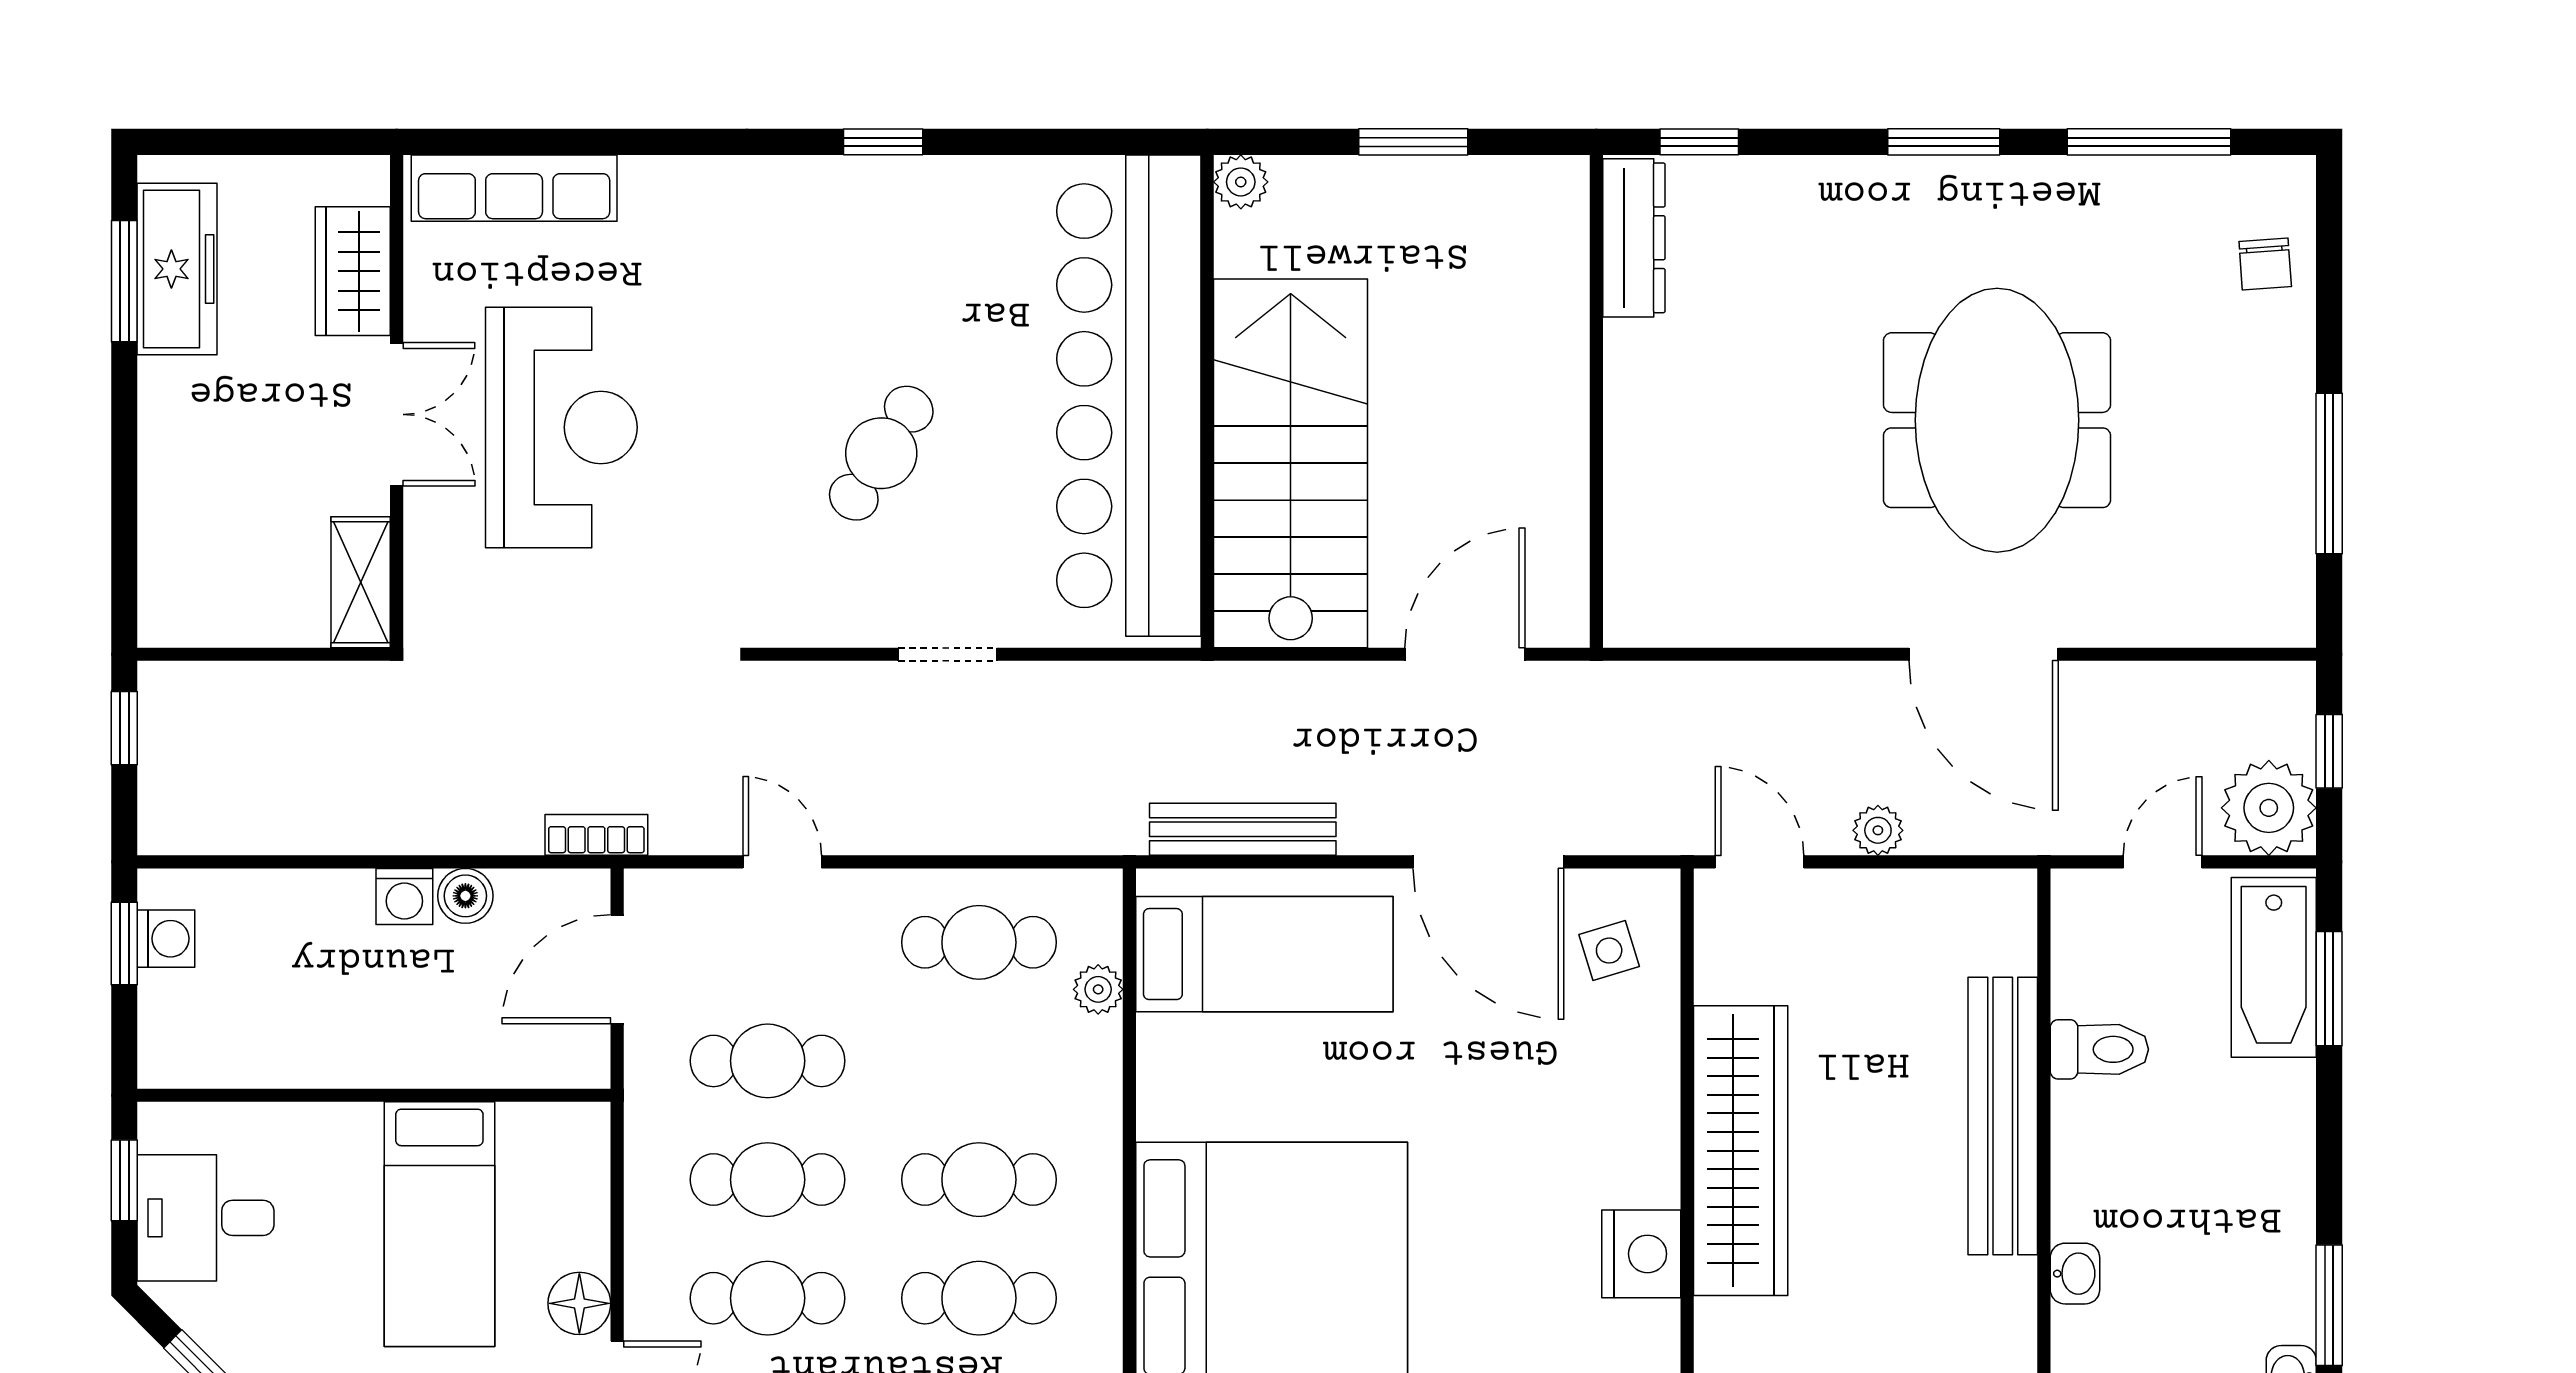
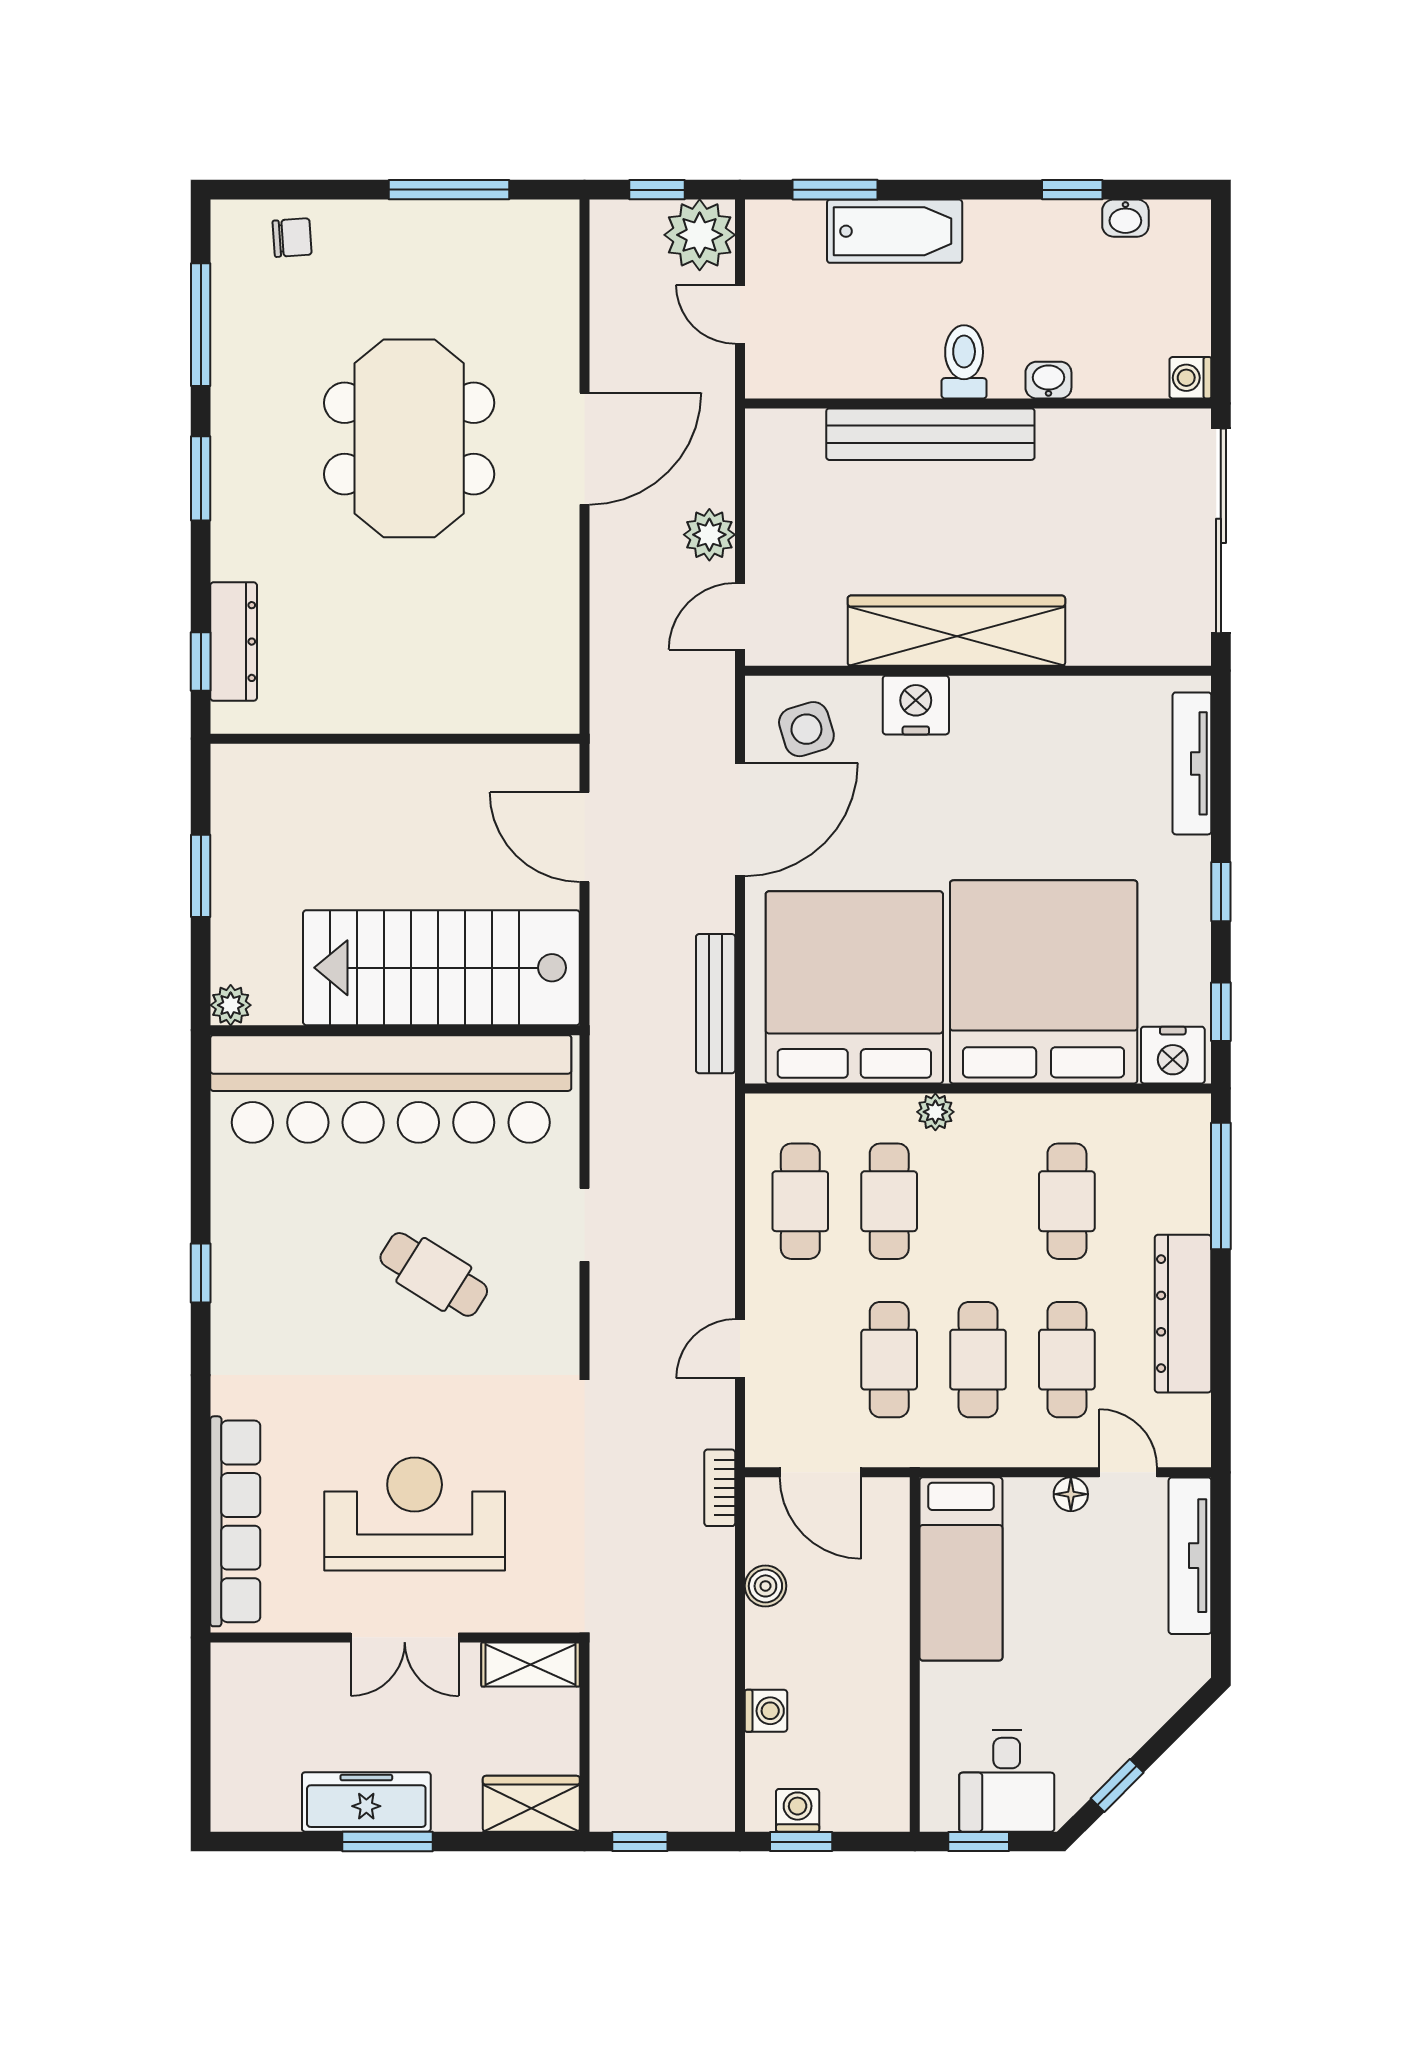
row of seats: (514, 188) -> (235, 1521), width x1.36
dresser: (1634, 238) -> (234, 642), moved, turned 90
freezer: (177, 269) -> (366, 1802), moved
wardrobe: (353, 271) -> (531, 1804), moved, turned 180
window: (124, 281) -> (388, 1842), moved
double door: (397, 414) -> (405, 1637), swing flipped
meeting table: (1997, 420) -> (409, 438), turned 90
plant: (1878, 830) -> (709, 535), width x1.38, depth x1.38
washing machine: (404, 896) -> (766, 1711), moved
side table: (1609, 951) -> (806, 729), width x1.37, depth x1.37
bed: (1264, 954) -> (854, 987), width x2.04
bathtub: (2274, 967) -> (895, 231), moved
plant: (1098, 989) -> (935, 1112), moved
toilet: (2099, 1049) -> (964, 362), moved
cafe table: (979, 1180) -> (889, 1201), moved
bed: (439, 1224) -> (961, 1569), moved, turned 90
nightstand: (1641, 1254) -> (916, 705), moved
floor lamp: (579, 1303) -> (1071, 1494), width x0.73, depth x0.73
window: (2329, 1305) -> (1072, 190), width x0.67

